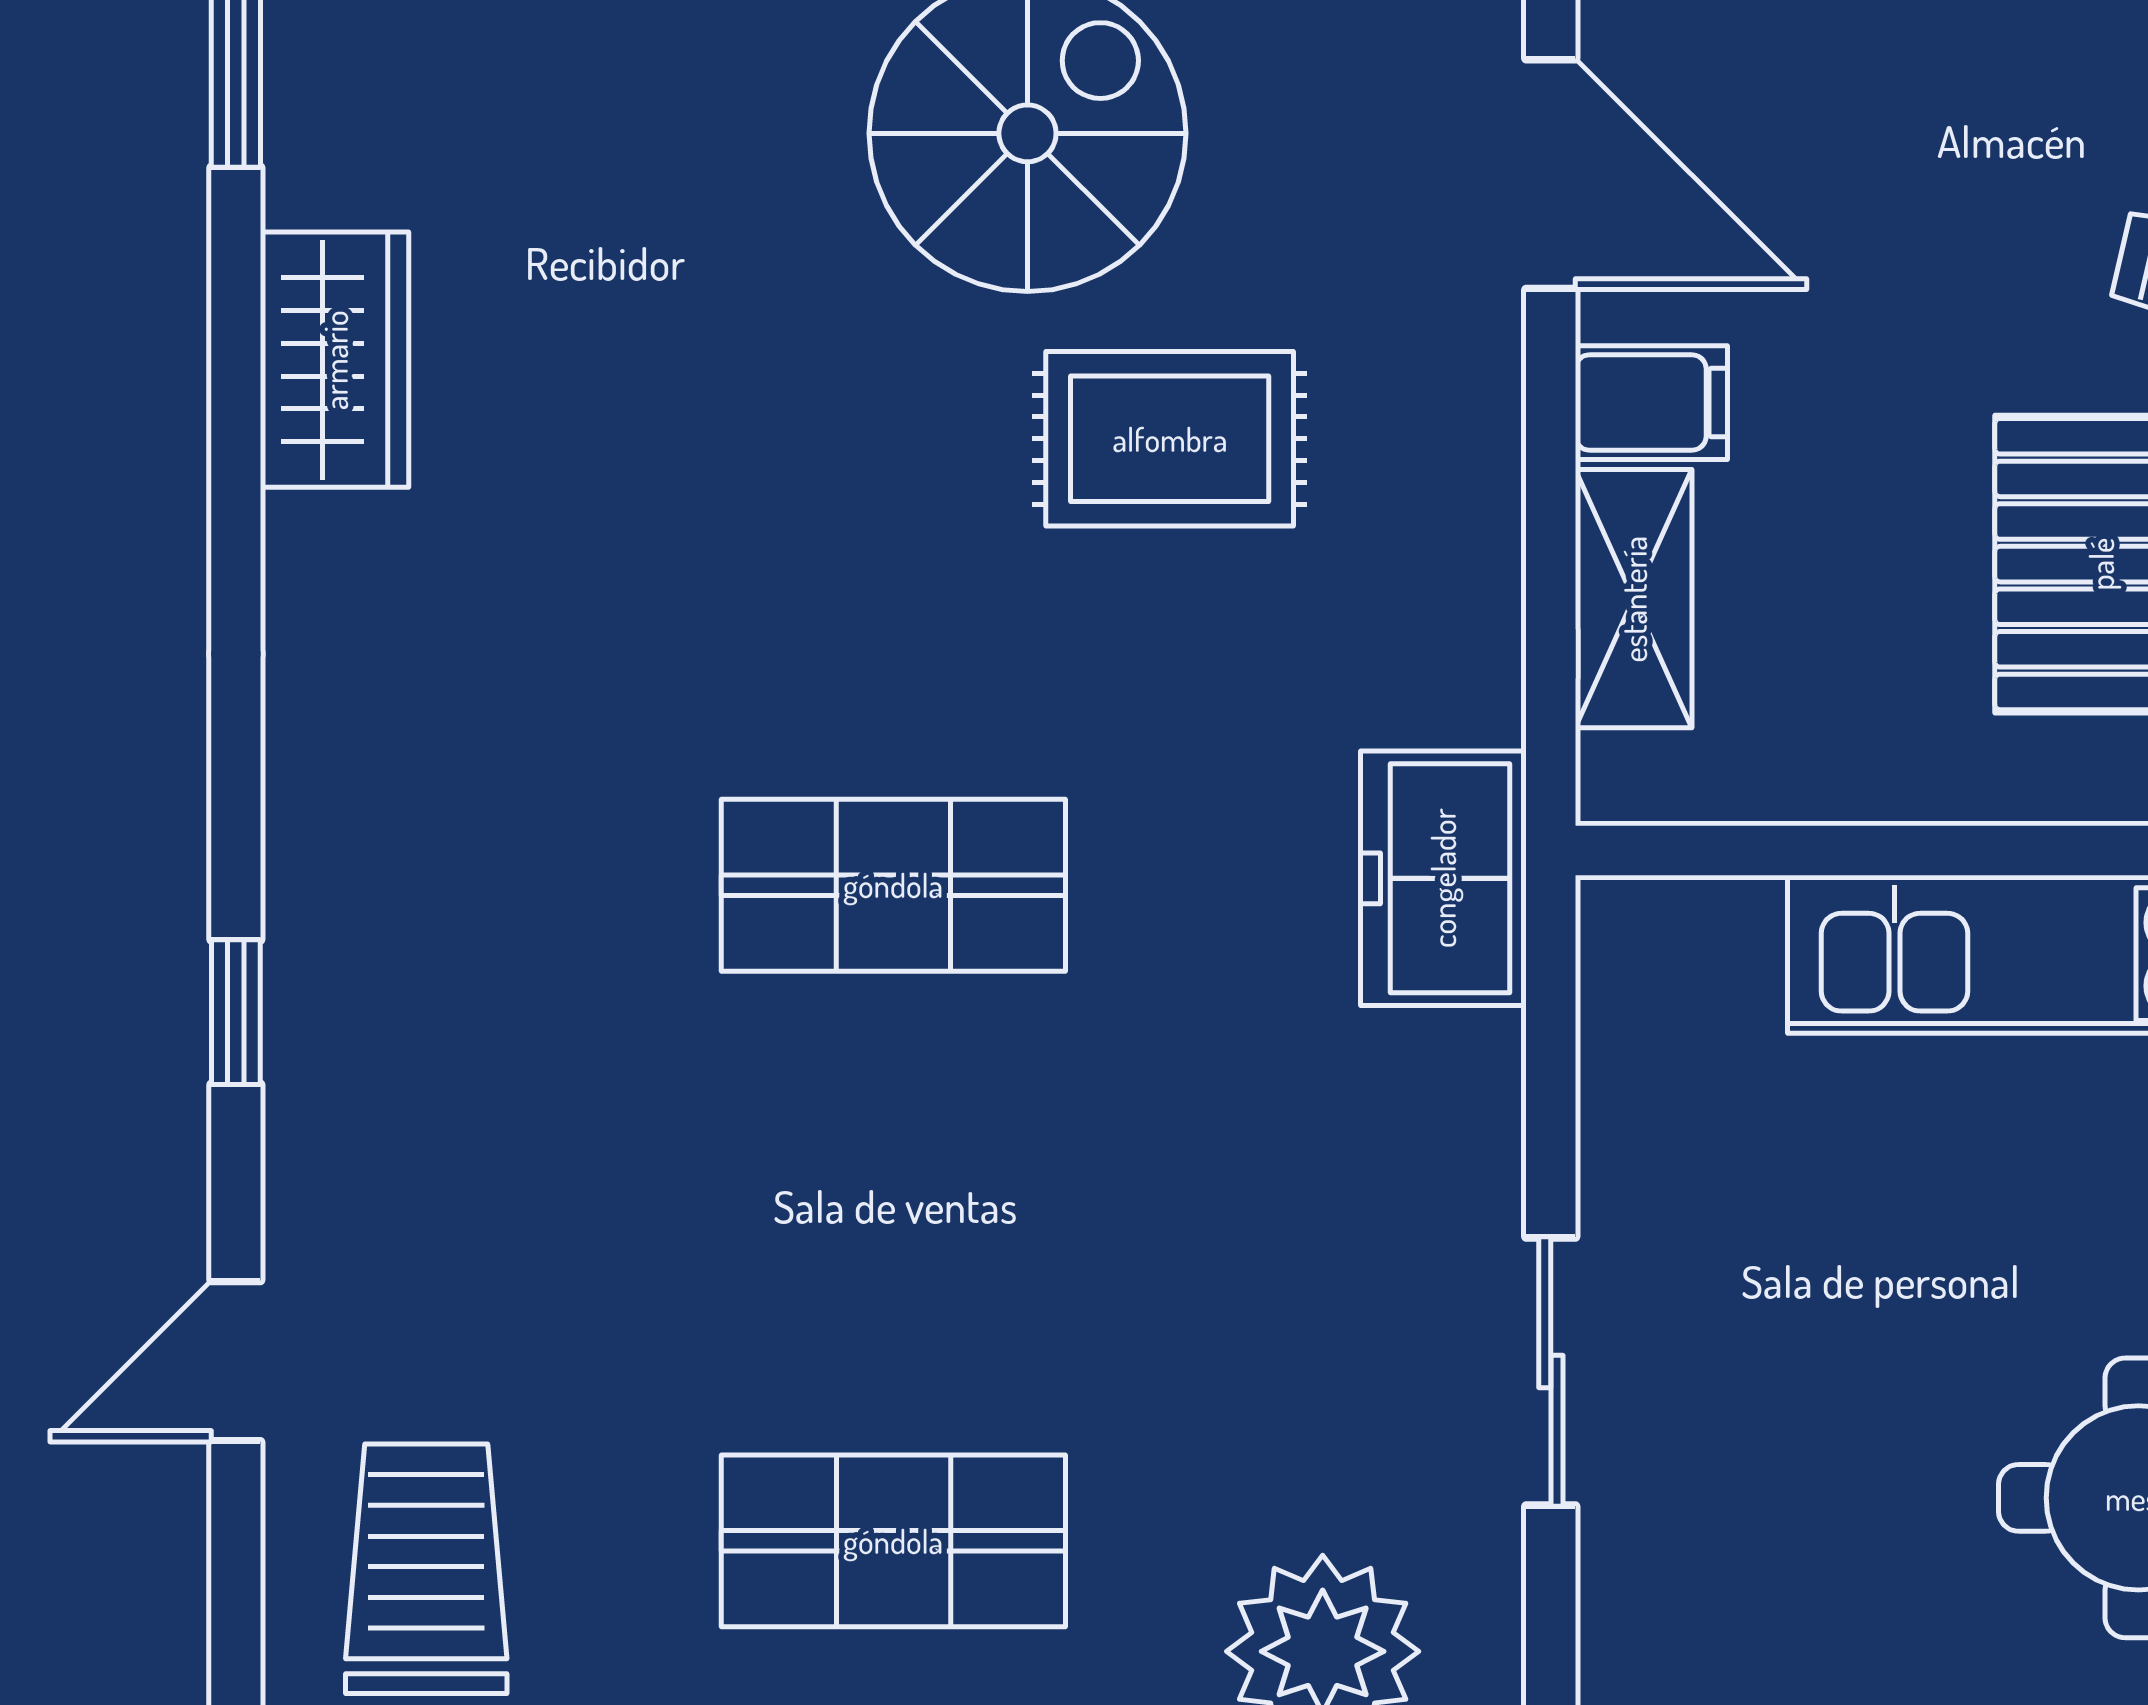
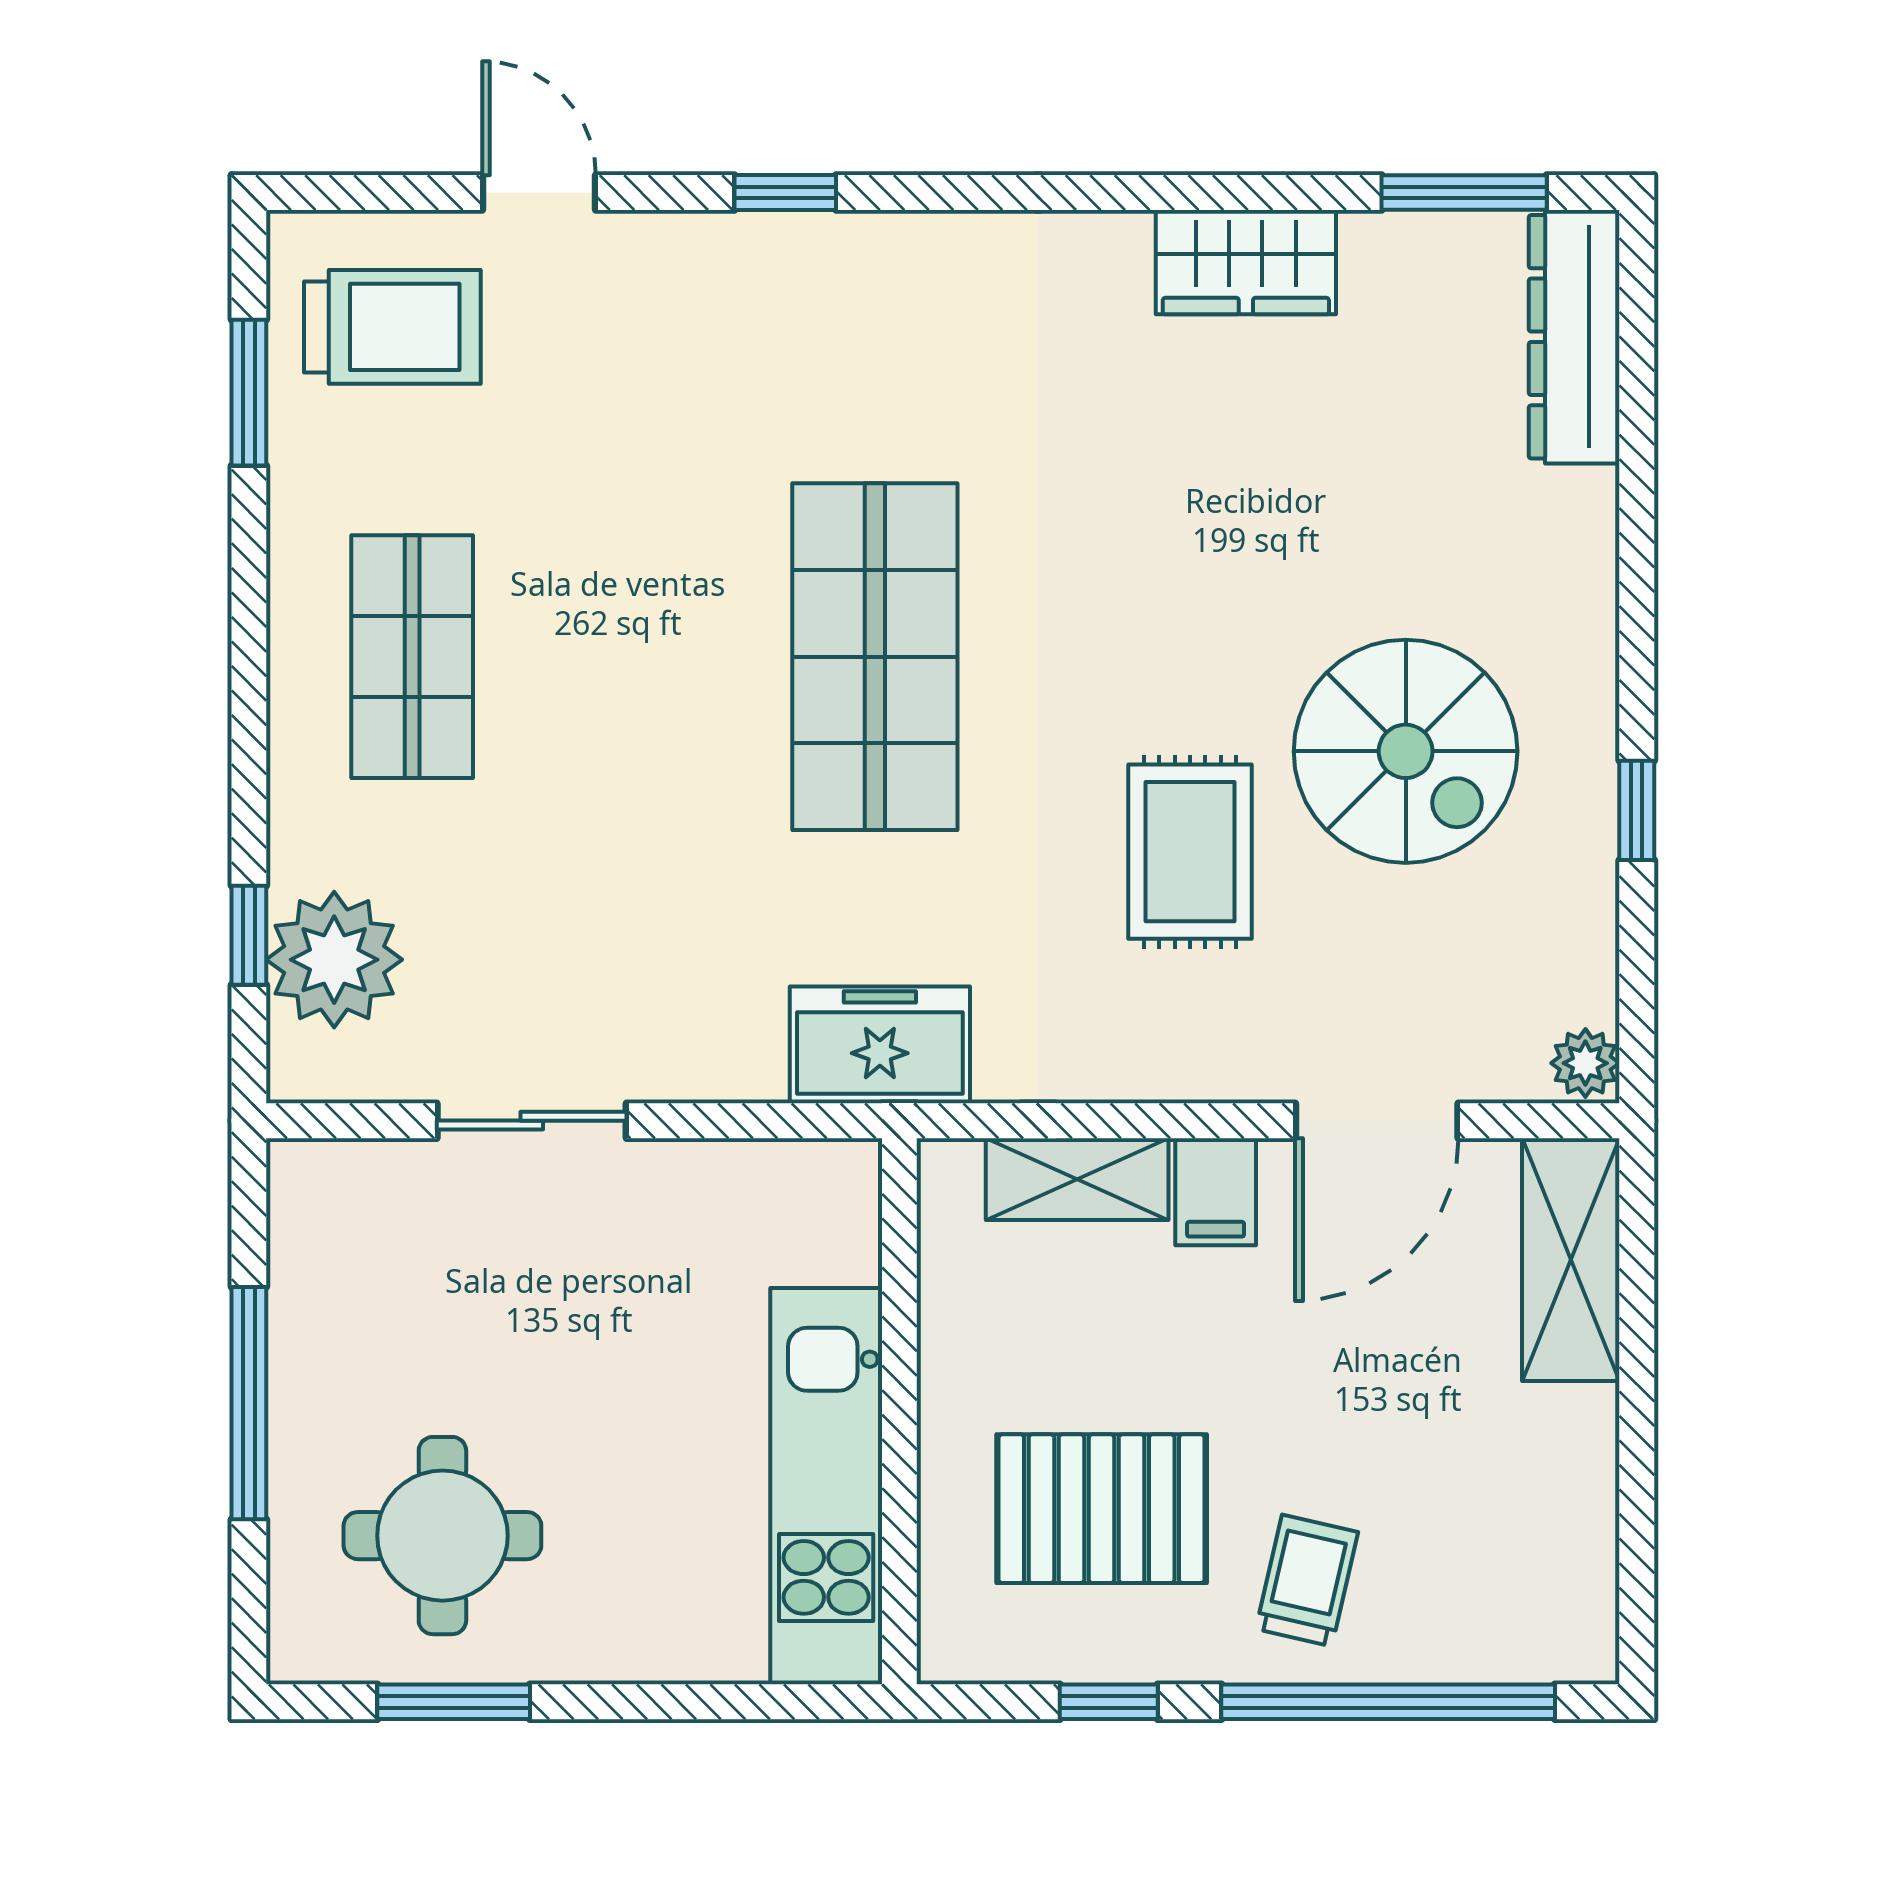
shop shelf: (893, 885) -> (875, 657), width x1.43, depth x1.36

